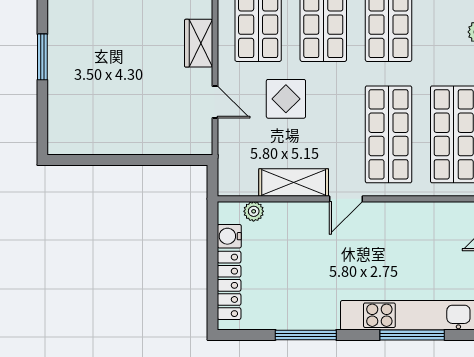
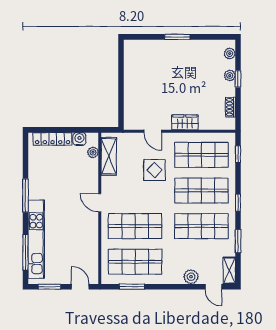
door: (215, 102) -> (153, 131), hinge flipped
shelving: (294, 183) -> (109, 156), moved
window: (306, 335) -> (25, 196), moved
window: (412, 335) -> (25, 252), moved

